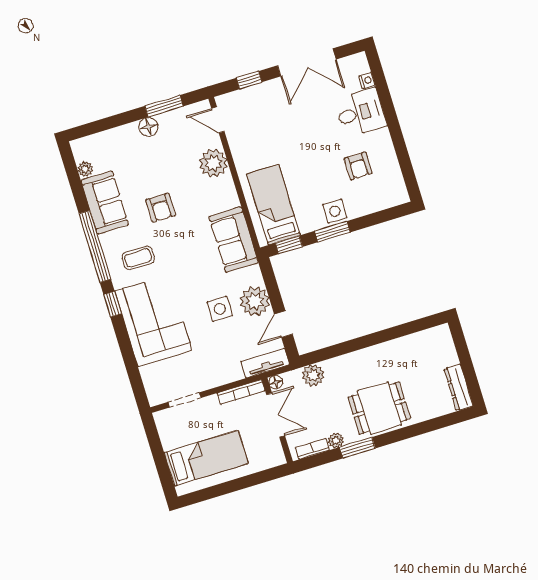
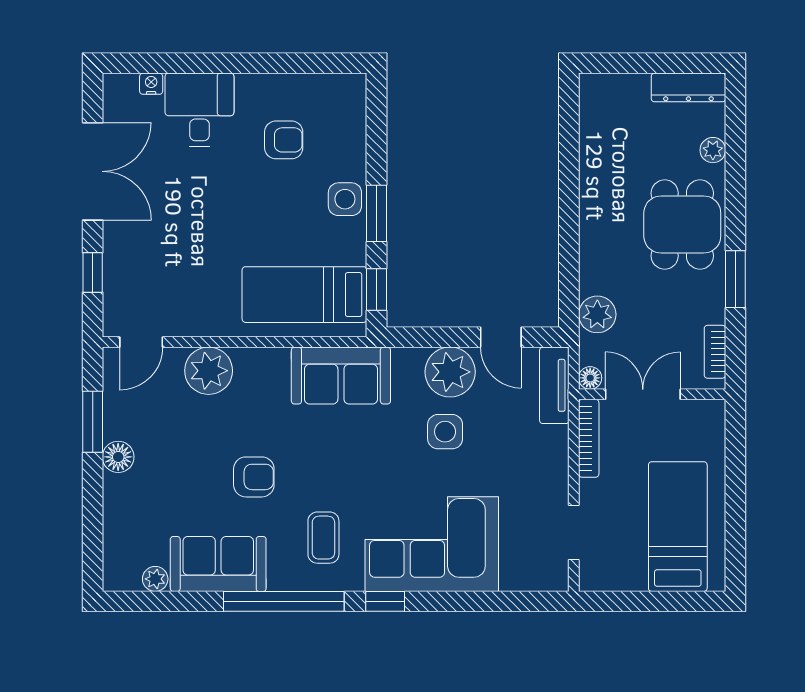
plant: (336, 440) -> (713, 150), moved

